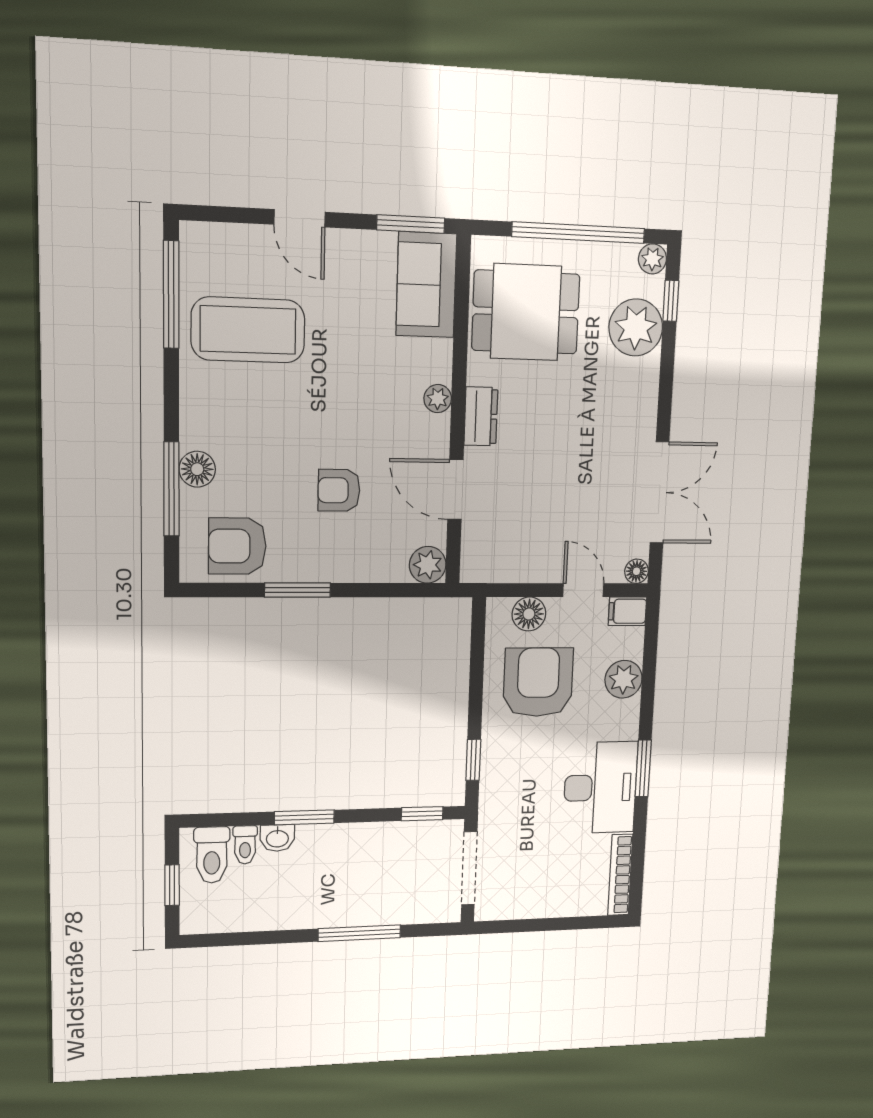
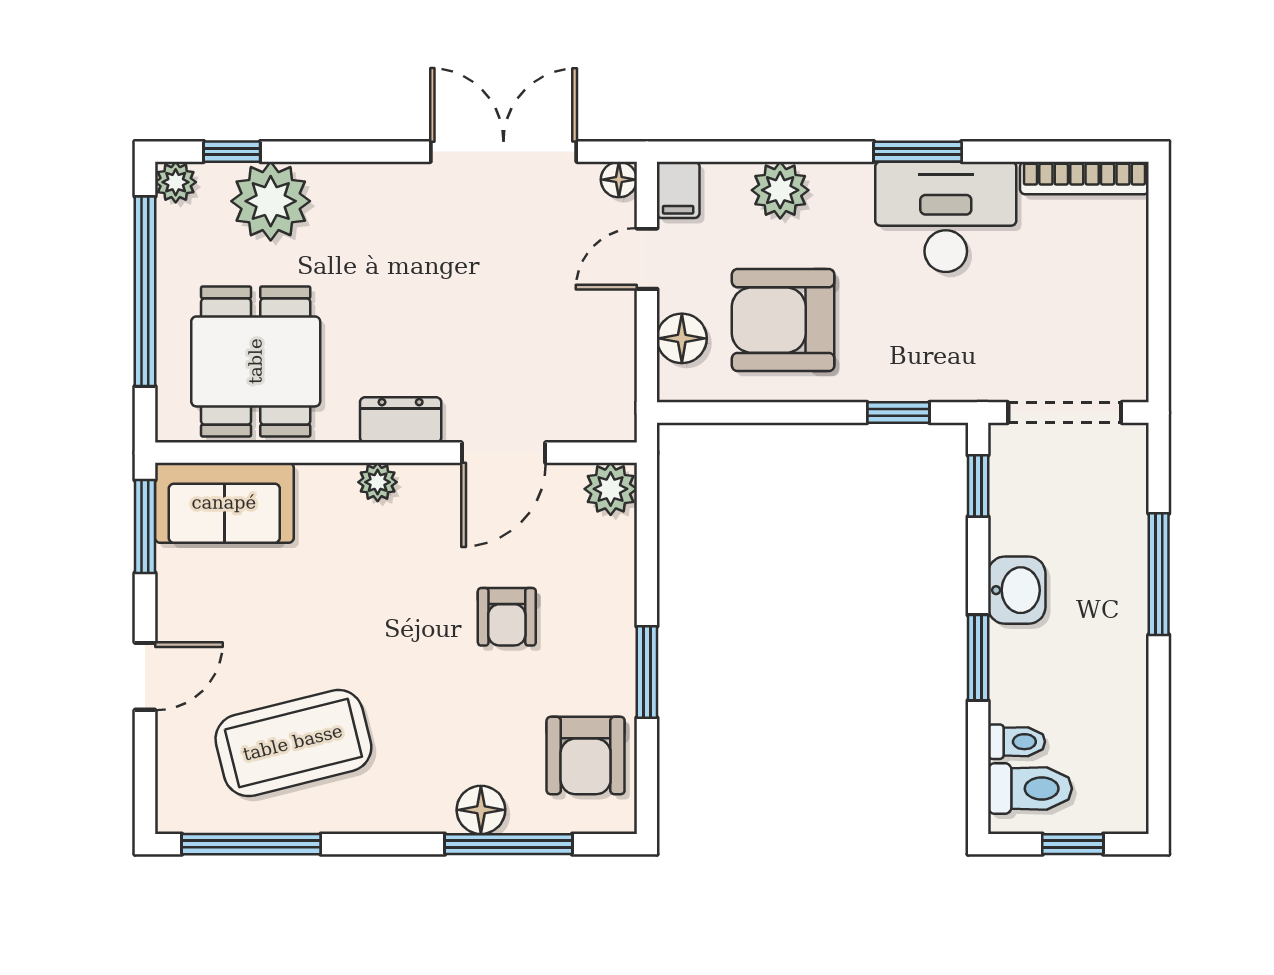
coffee table: (248, 330) -> (293, 743), turned 76
washbasin: (277, 838) -> (1017, 590), moved, width x1.38, depth x1.45

